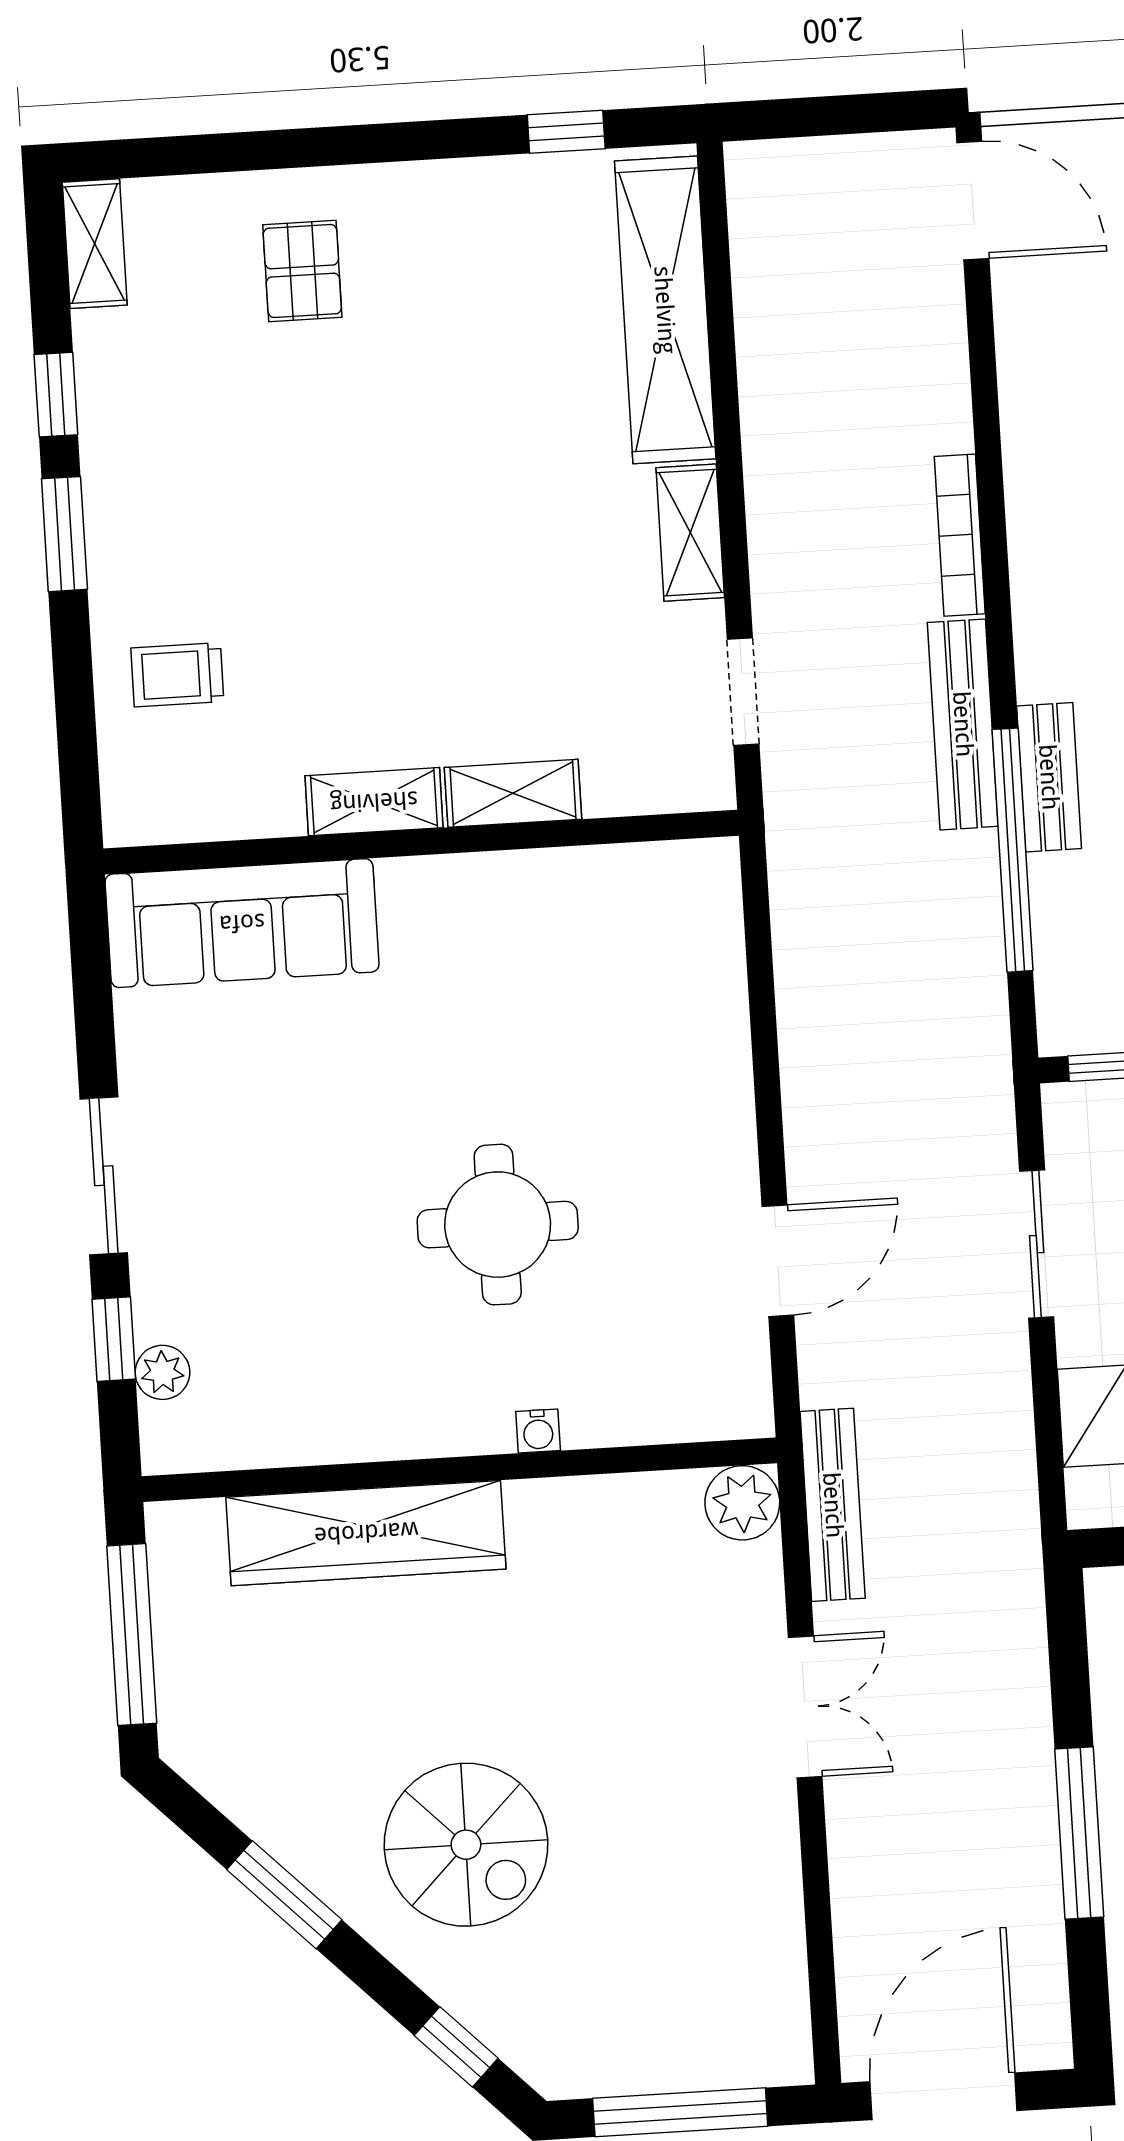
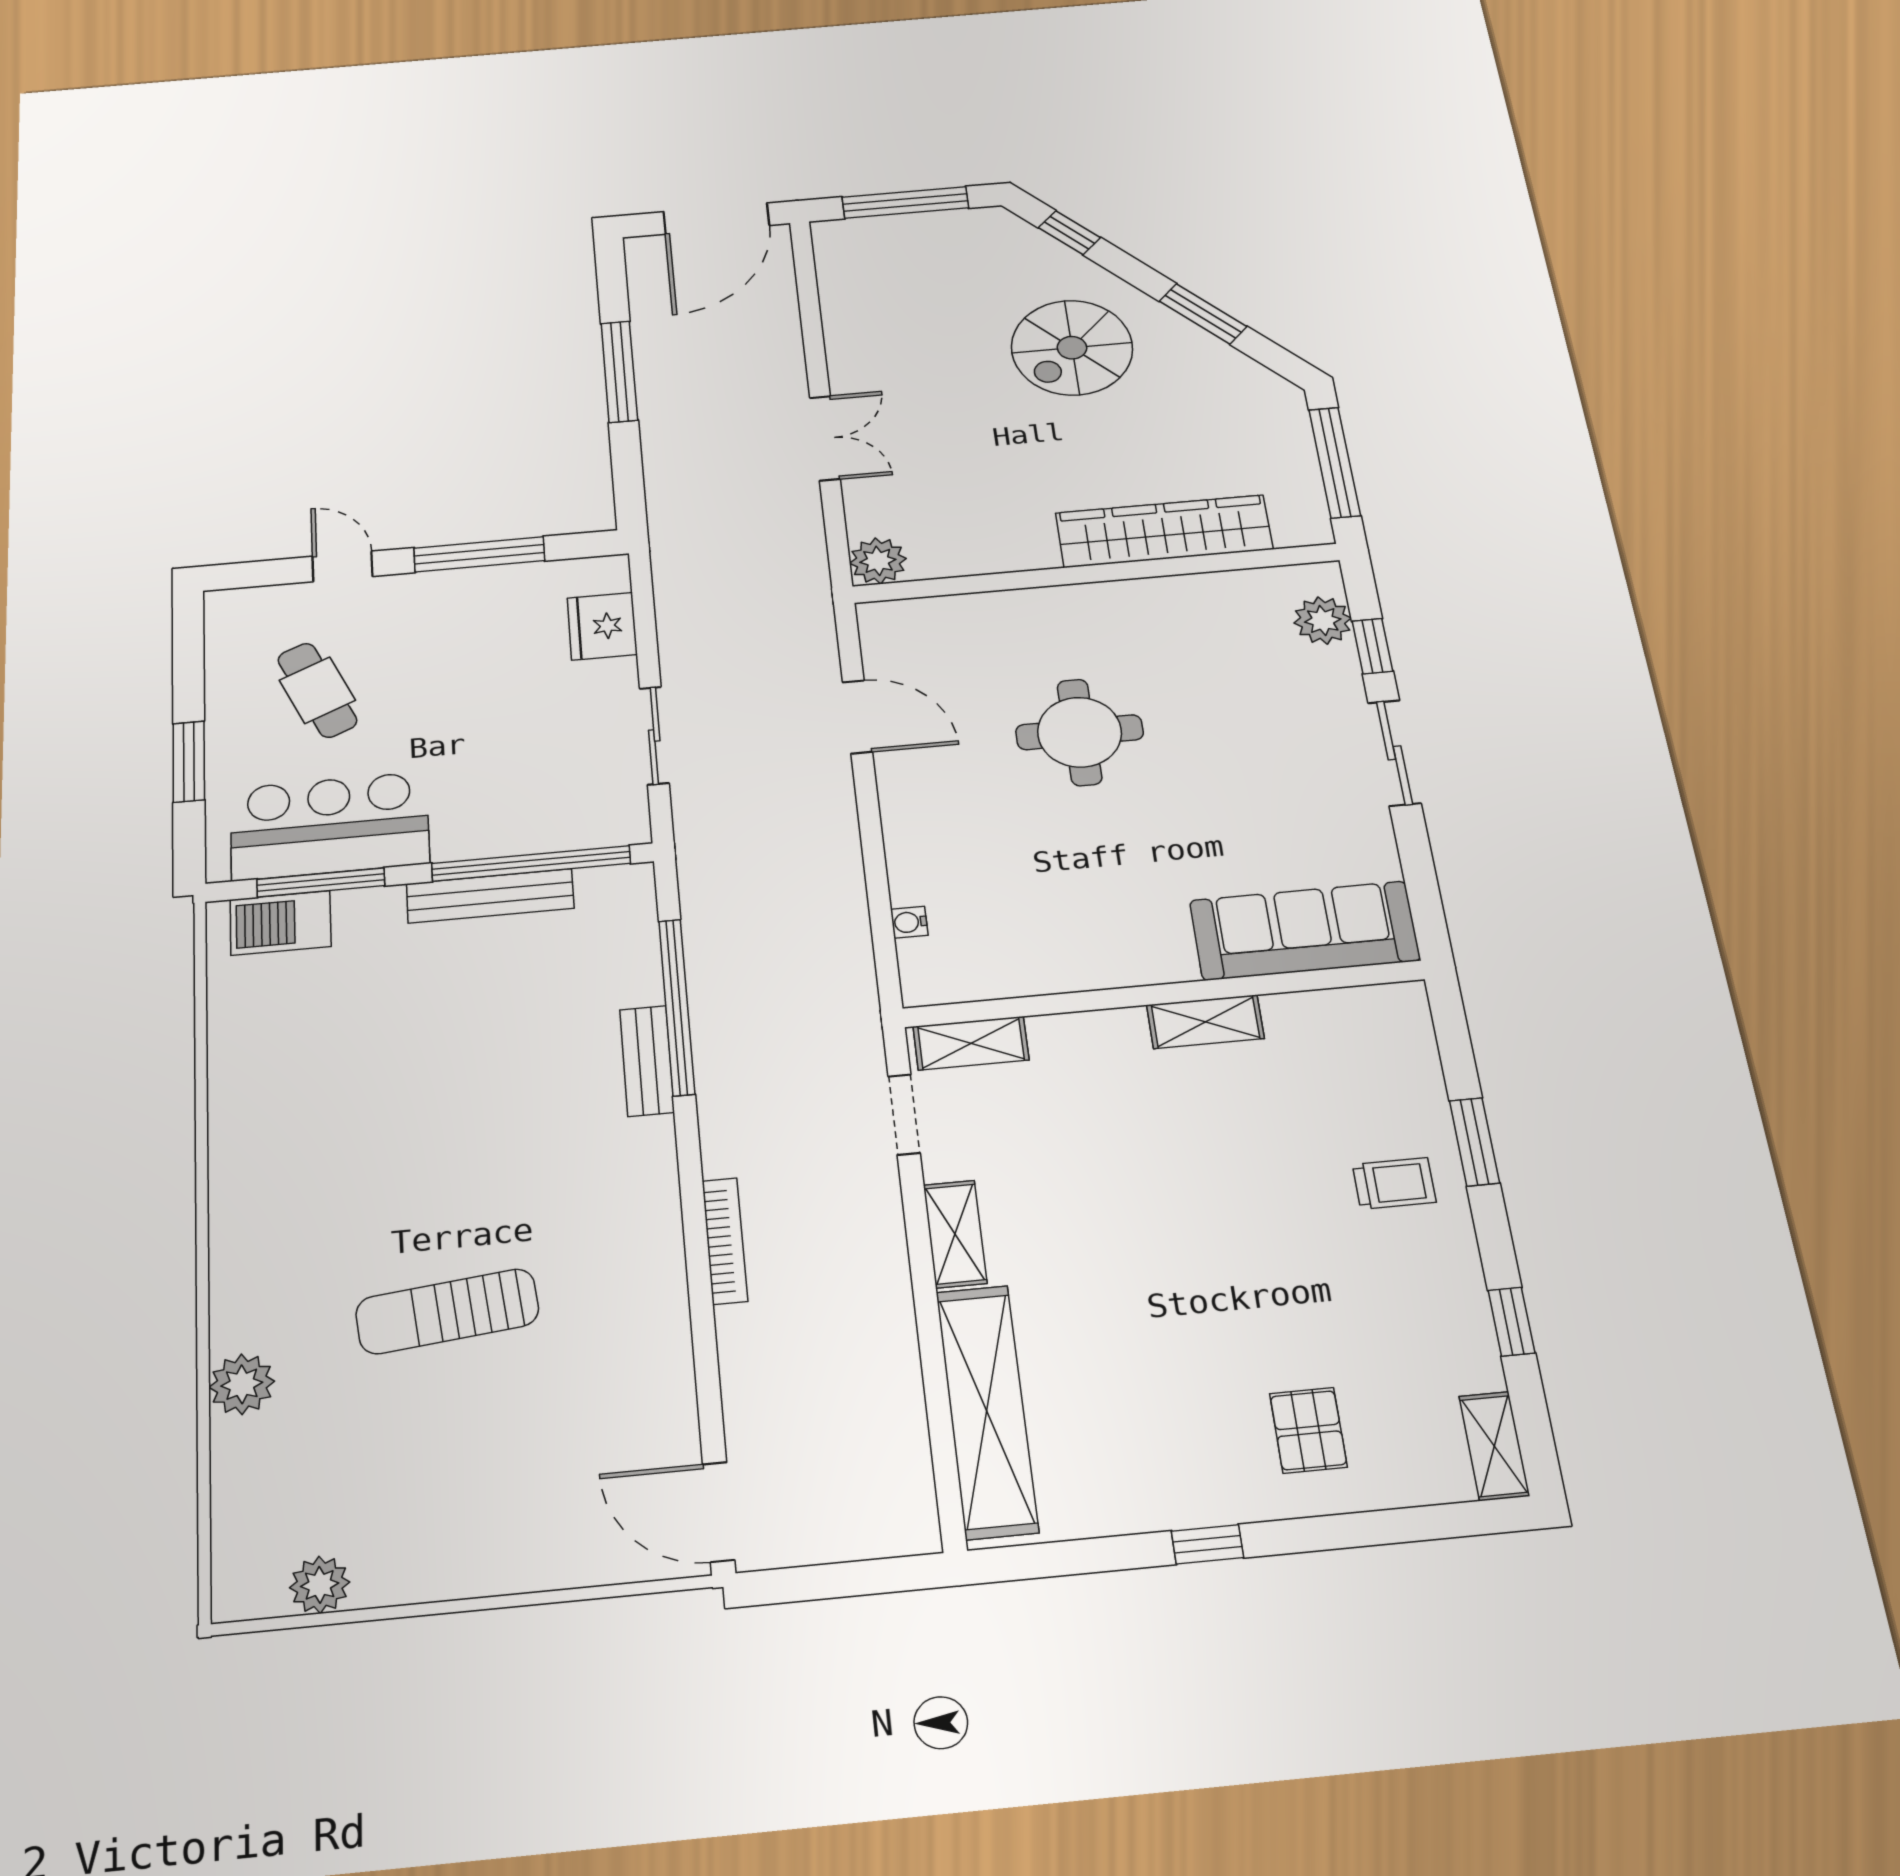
window: (566, 132) -> (1207, 1544), moved
window: (64, 534) -> (1474, 1142), moved
trolley: (177, 675) -> (1394, 1183), moved
bench: (963, 724) -> (719, 1097), removed
shelving: (513, 793) -> (971, 1043), moved
door: (778, 1261) -> (857, 717), swing flipped
plant: (162, 1372) -> (1323, 620), width x1.38, depth x1.38
water cooler: (538, 1431) -> (909, 922), moved, turned -90
bench: (833, 1505) -> (809, 562), removed
double door: (805, 1707) -> (825, 438), swing flipped
spiral stairs: (466, 1845) -> (1072, 348), turned -90

